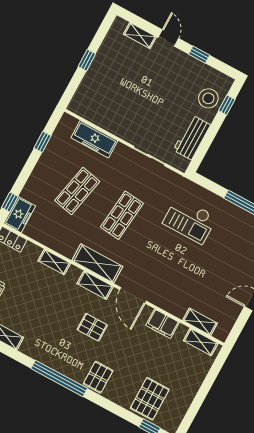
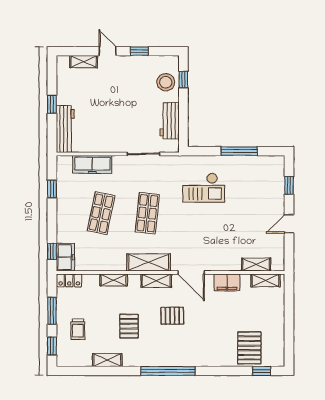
workbench: (87, 91) -> (65, 129), added
pallet: (98, 377) -> (129, 326), moved

